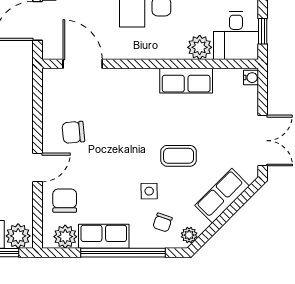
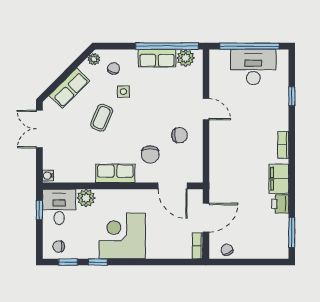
row of seats: (186, 81) -> (115, 173), moved
coffee table: (179, 156) -> (102, 118), turned -67
door: (37, 167) -> (206, 109), swing flipped
chair: (65, 201) -> (150, 154), moved
plant: (18, 236) -> (220, 58), removed
window: (123, 253) -> (167, 46), moved

